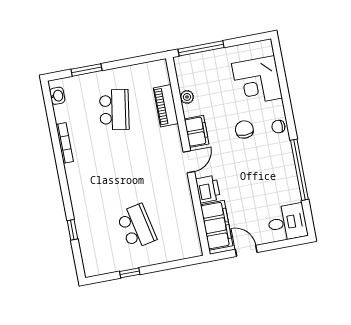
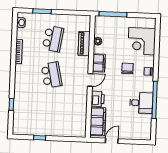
desk: (287, 222) -> (141, 103), moved
school desk: (136, 227) -> (51, 75), moved
door: (246, 251) -> (112, 141), hinge flipped

